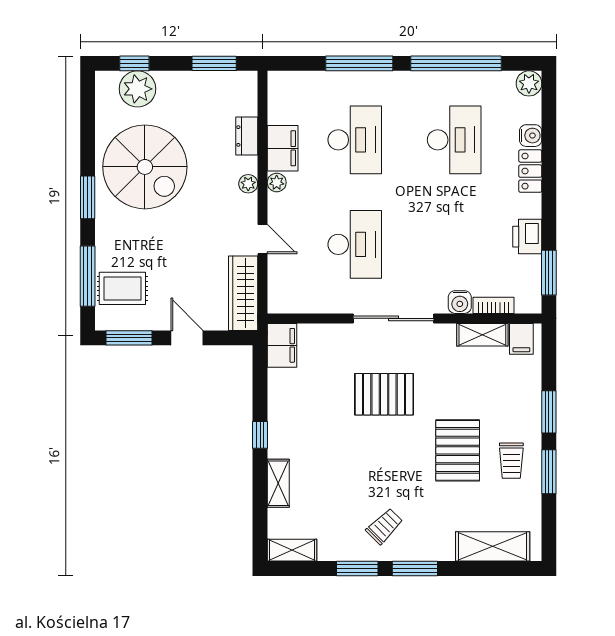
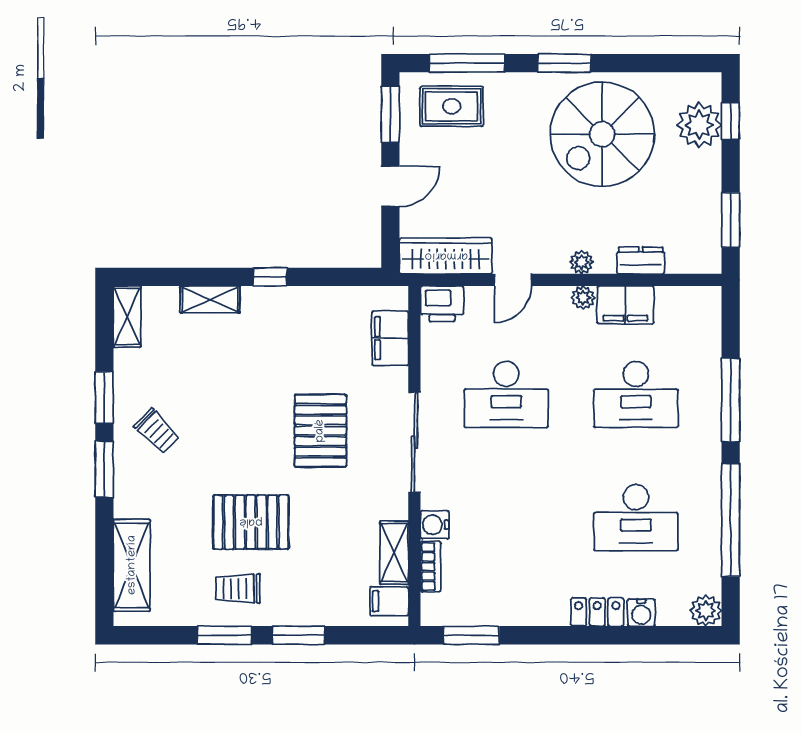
printer: (527, 237) -> (442, 304), moved, turned 180
rug: (122, 288) -> (452, 106), turned 90
filing cabinet: (282, 345) -> (390, 338), moved, turned 90

